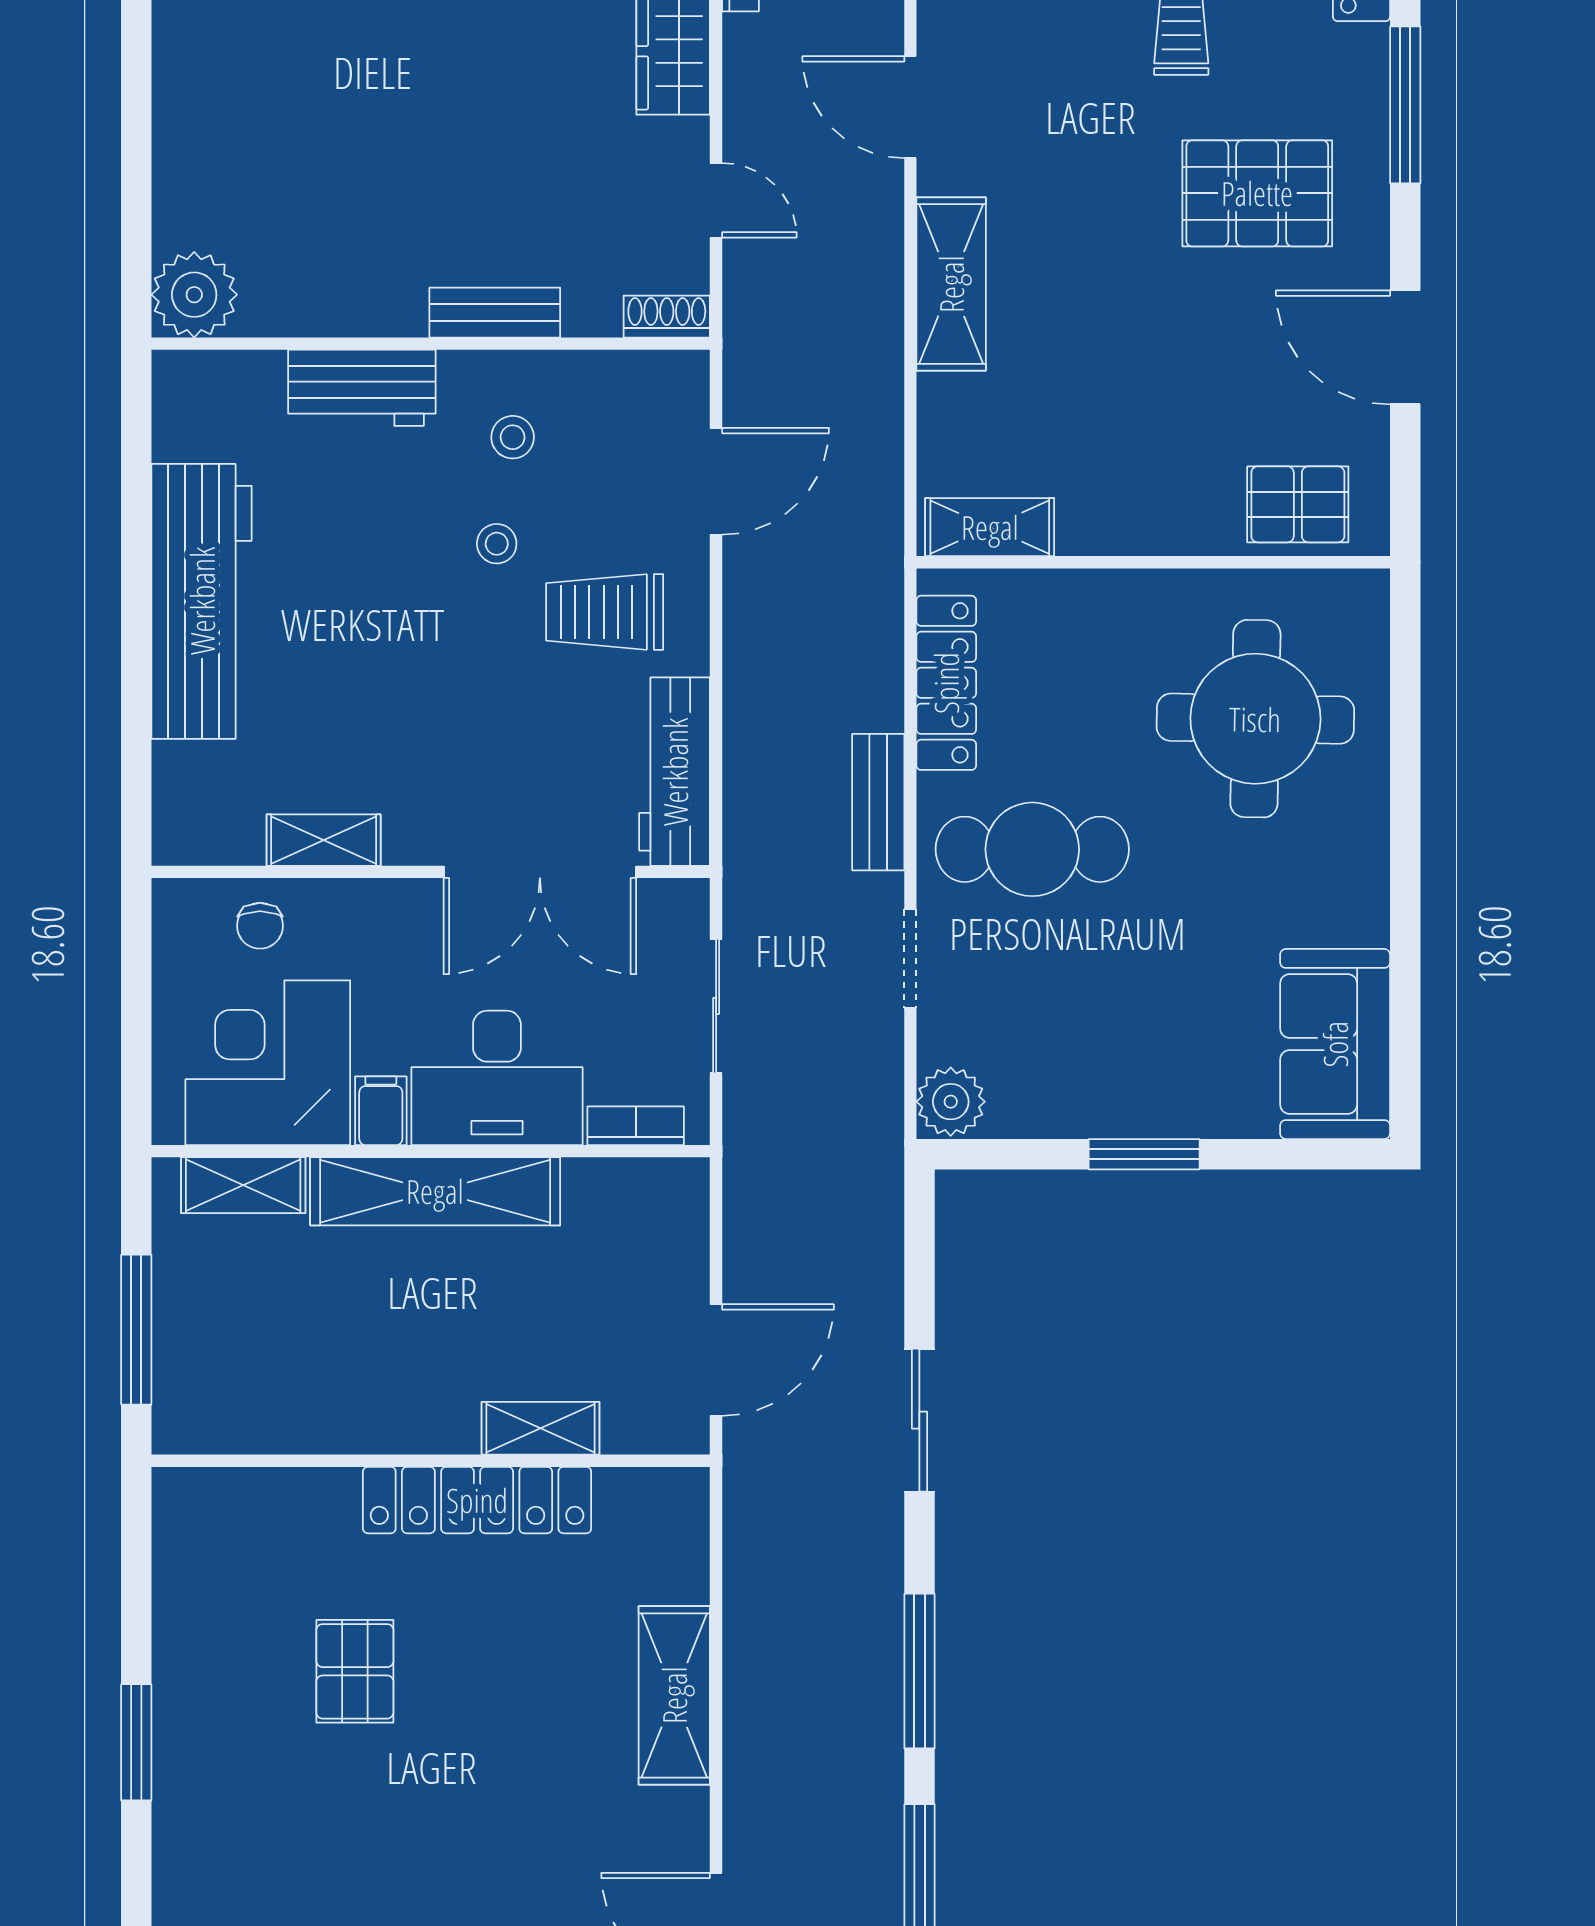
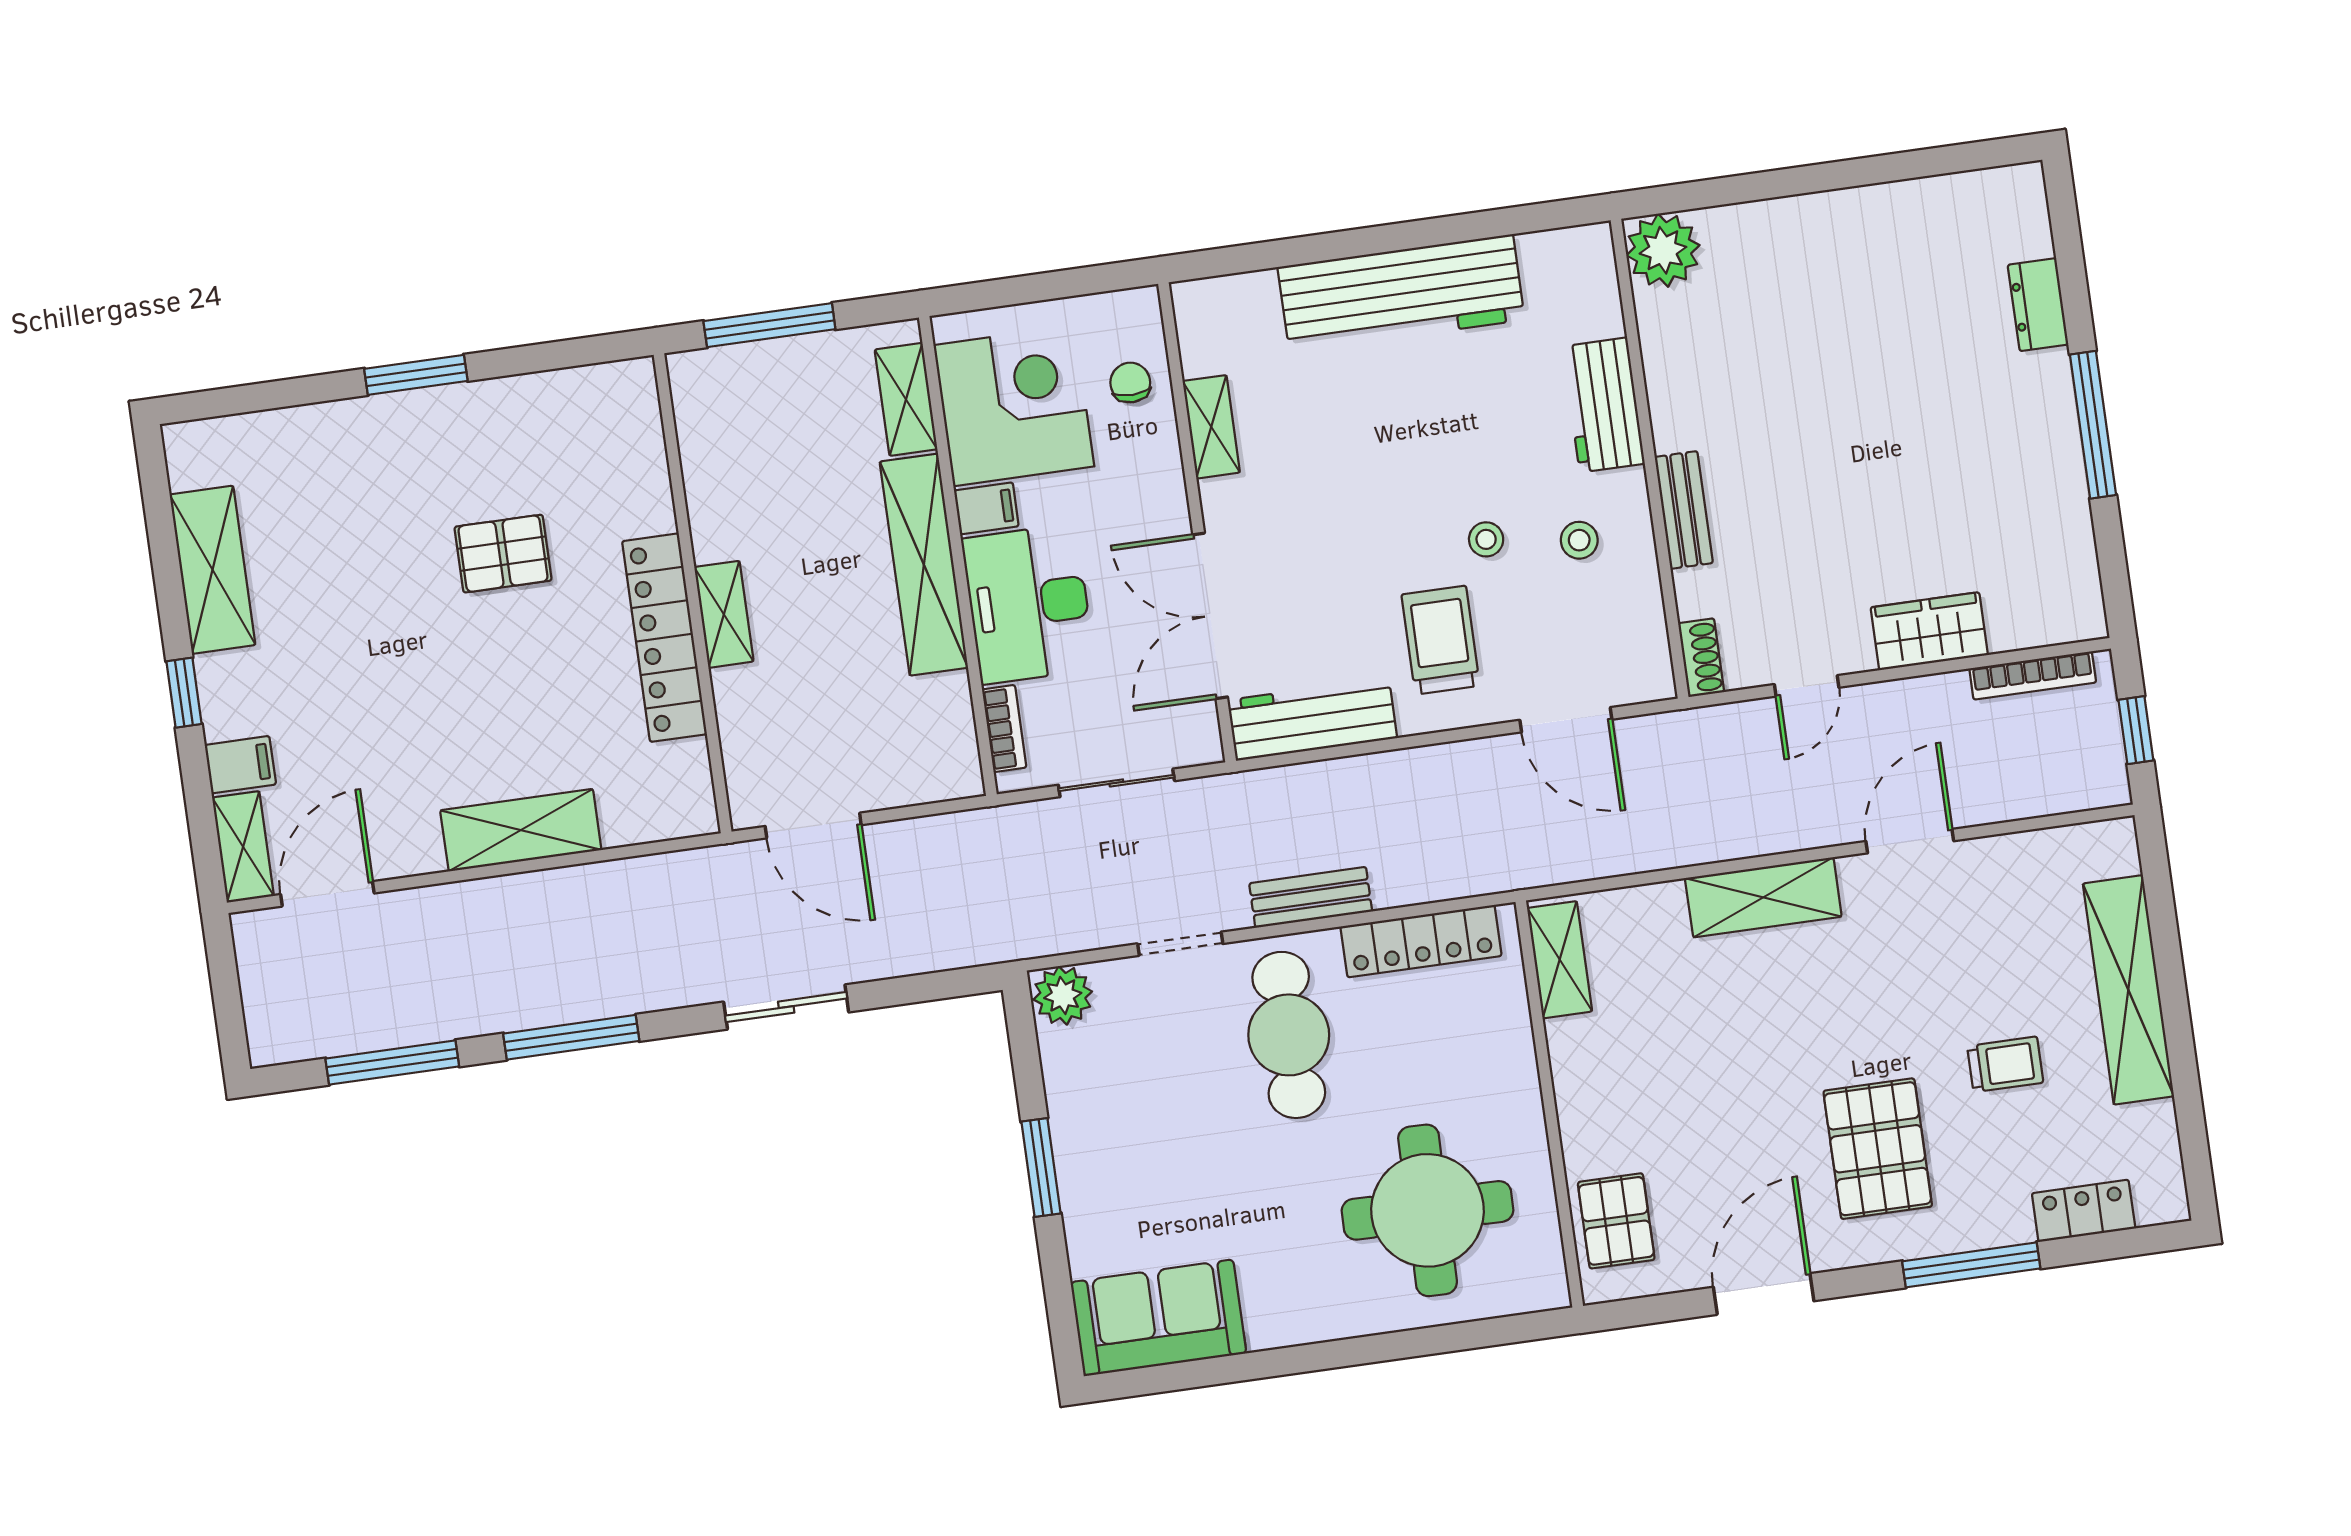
chair: (260, 926) -> (1130, 383), turned 89
shelving: (541, 1428) -> (724, 614), moved

